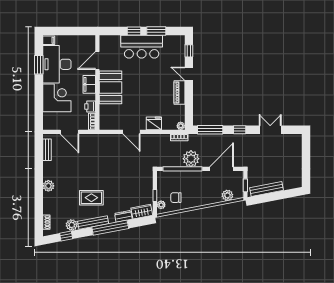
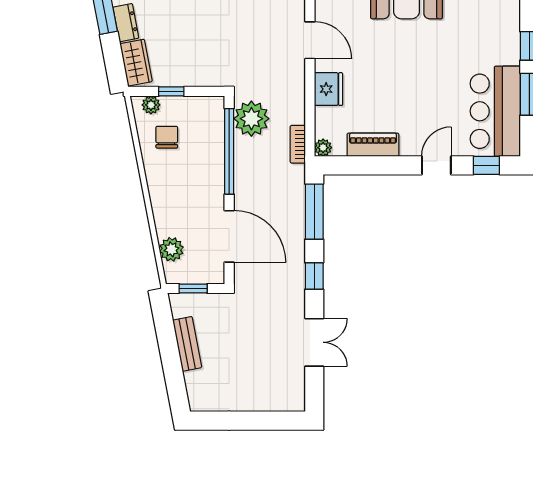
bar counter: (142, 47) -> (495, 111), moved
piano: (179, 92) -> (373, 145), moved
door: (131, 132) -> (310, 40), swing flipped
plant: (191, 159) -> (251, 119), moved
bench: (267, 189) -> (187, 344), width x0.73

